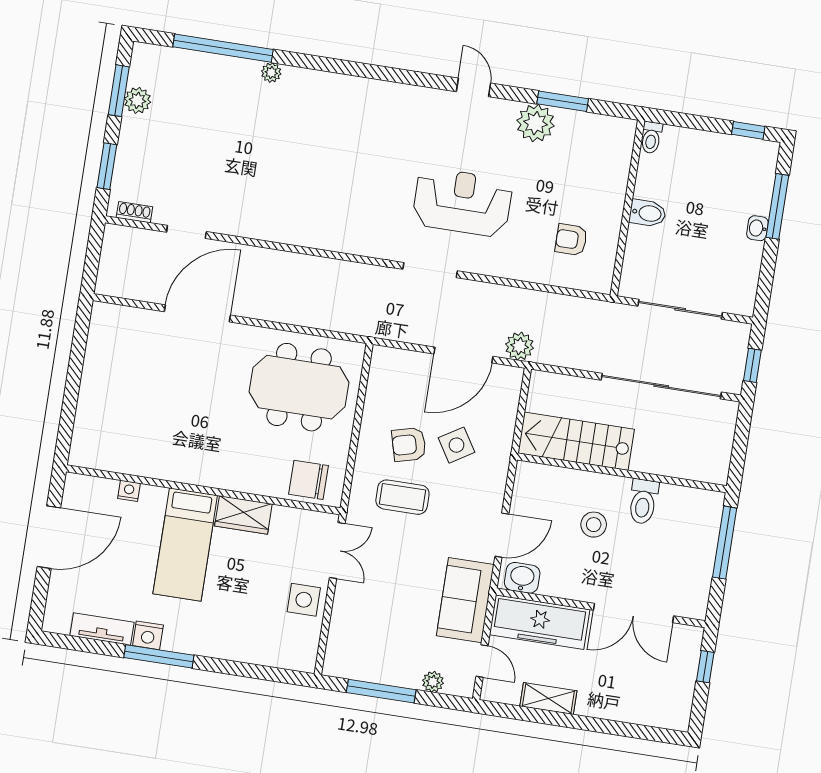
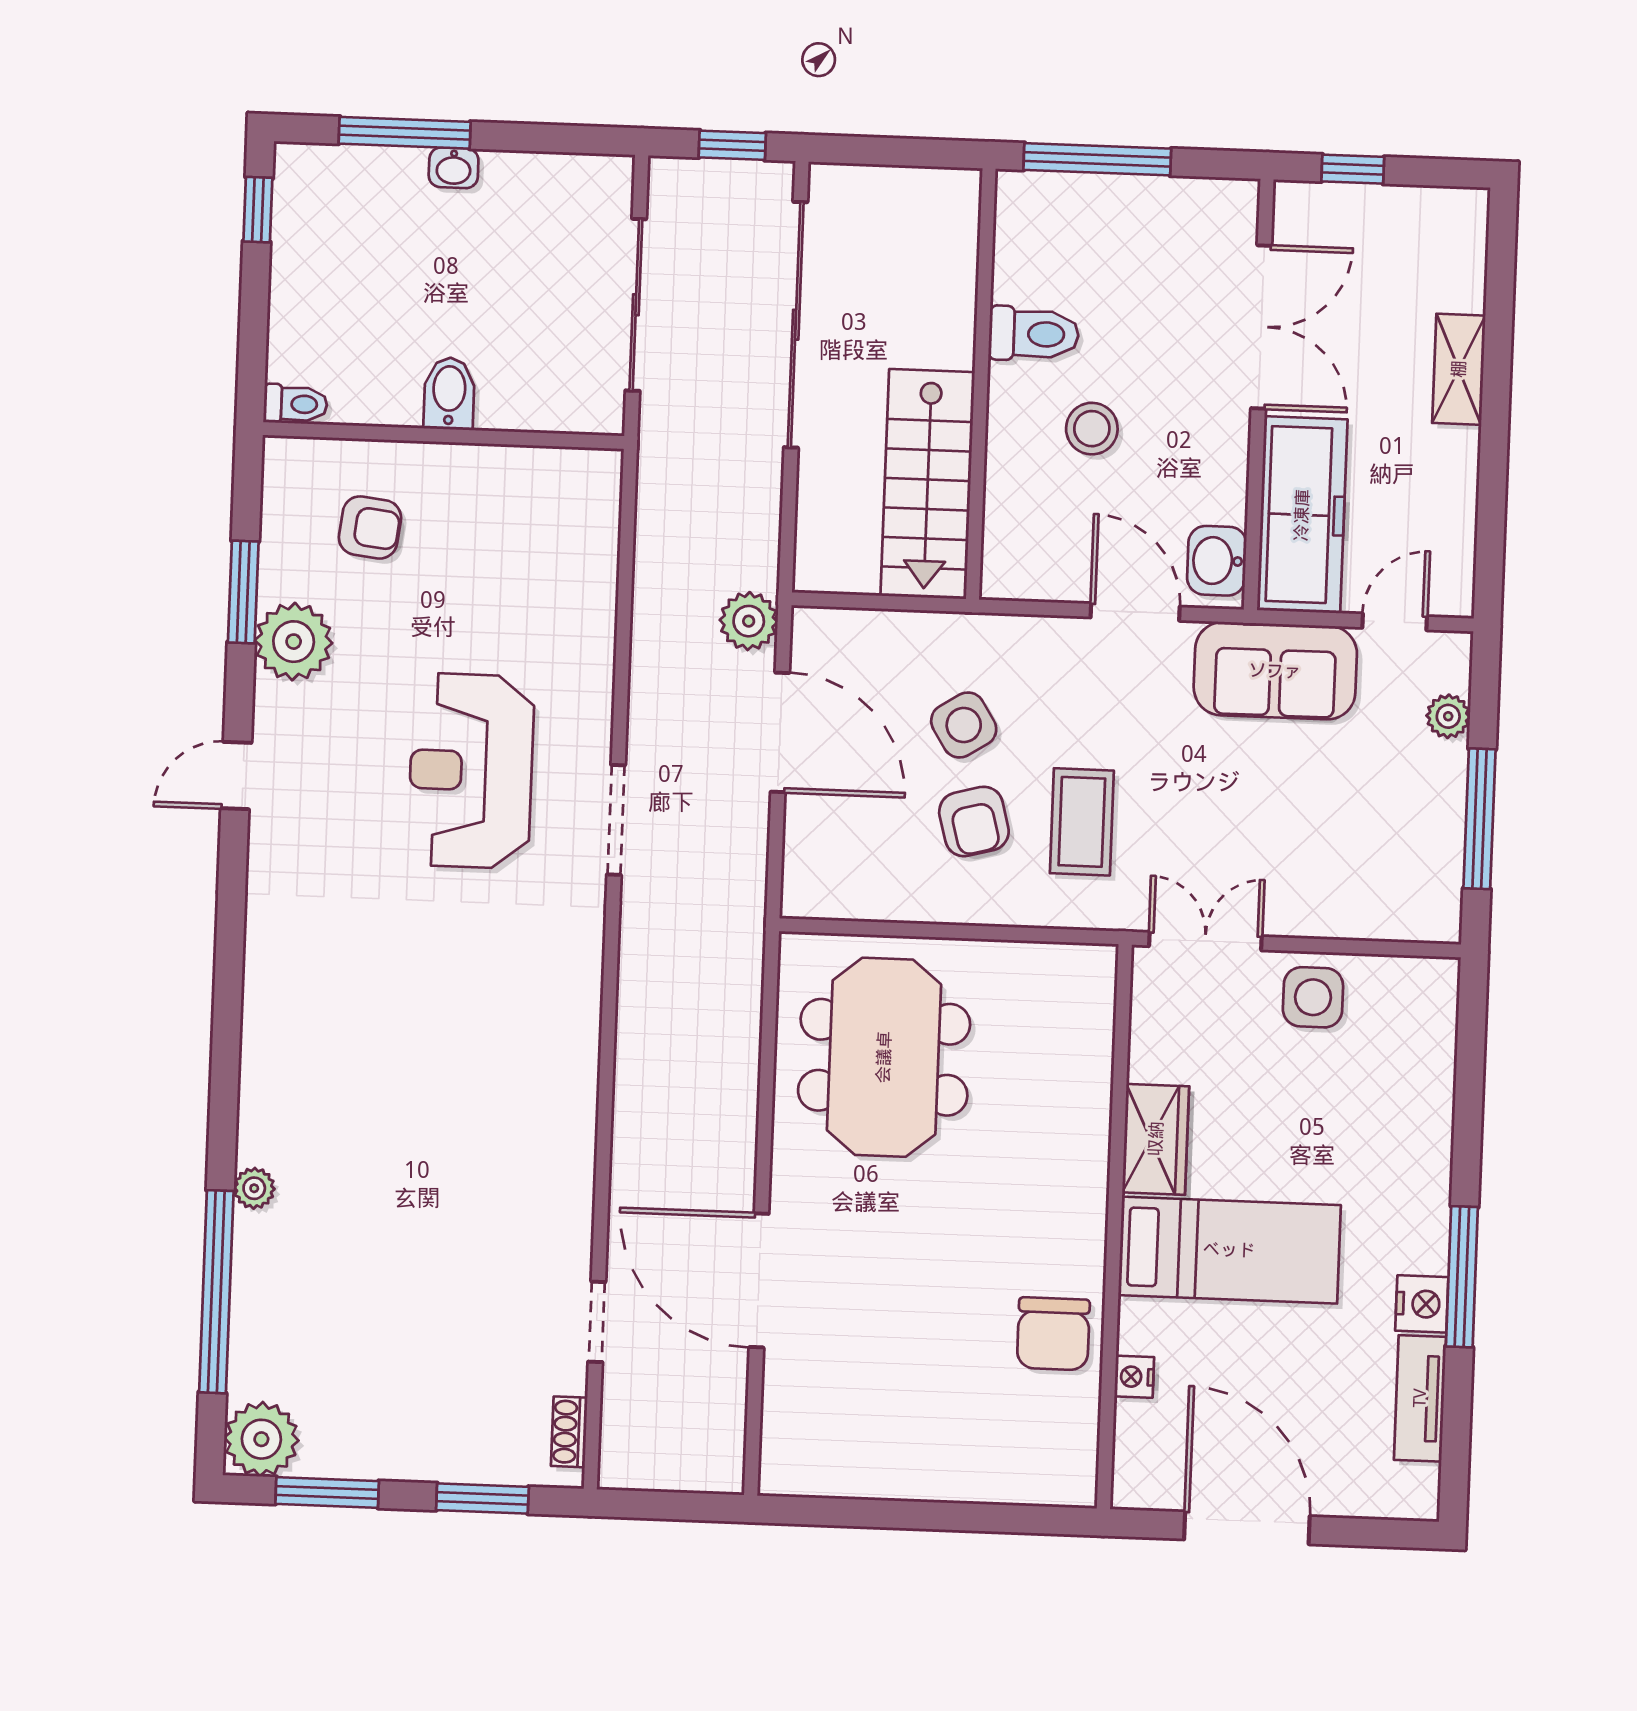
plant: (137, 100) -> (261, 1439), moved, width x1.36, depth x1.36
armchair: (571, 240) -> (370, 527), moved, turned -83
chair: (308, 480) -> (1053, 1334), moved
shelving: (548, 698) -> (1459, 369), moved

